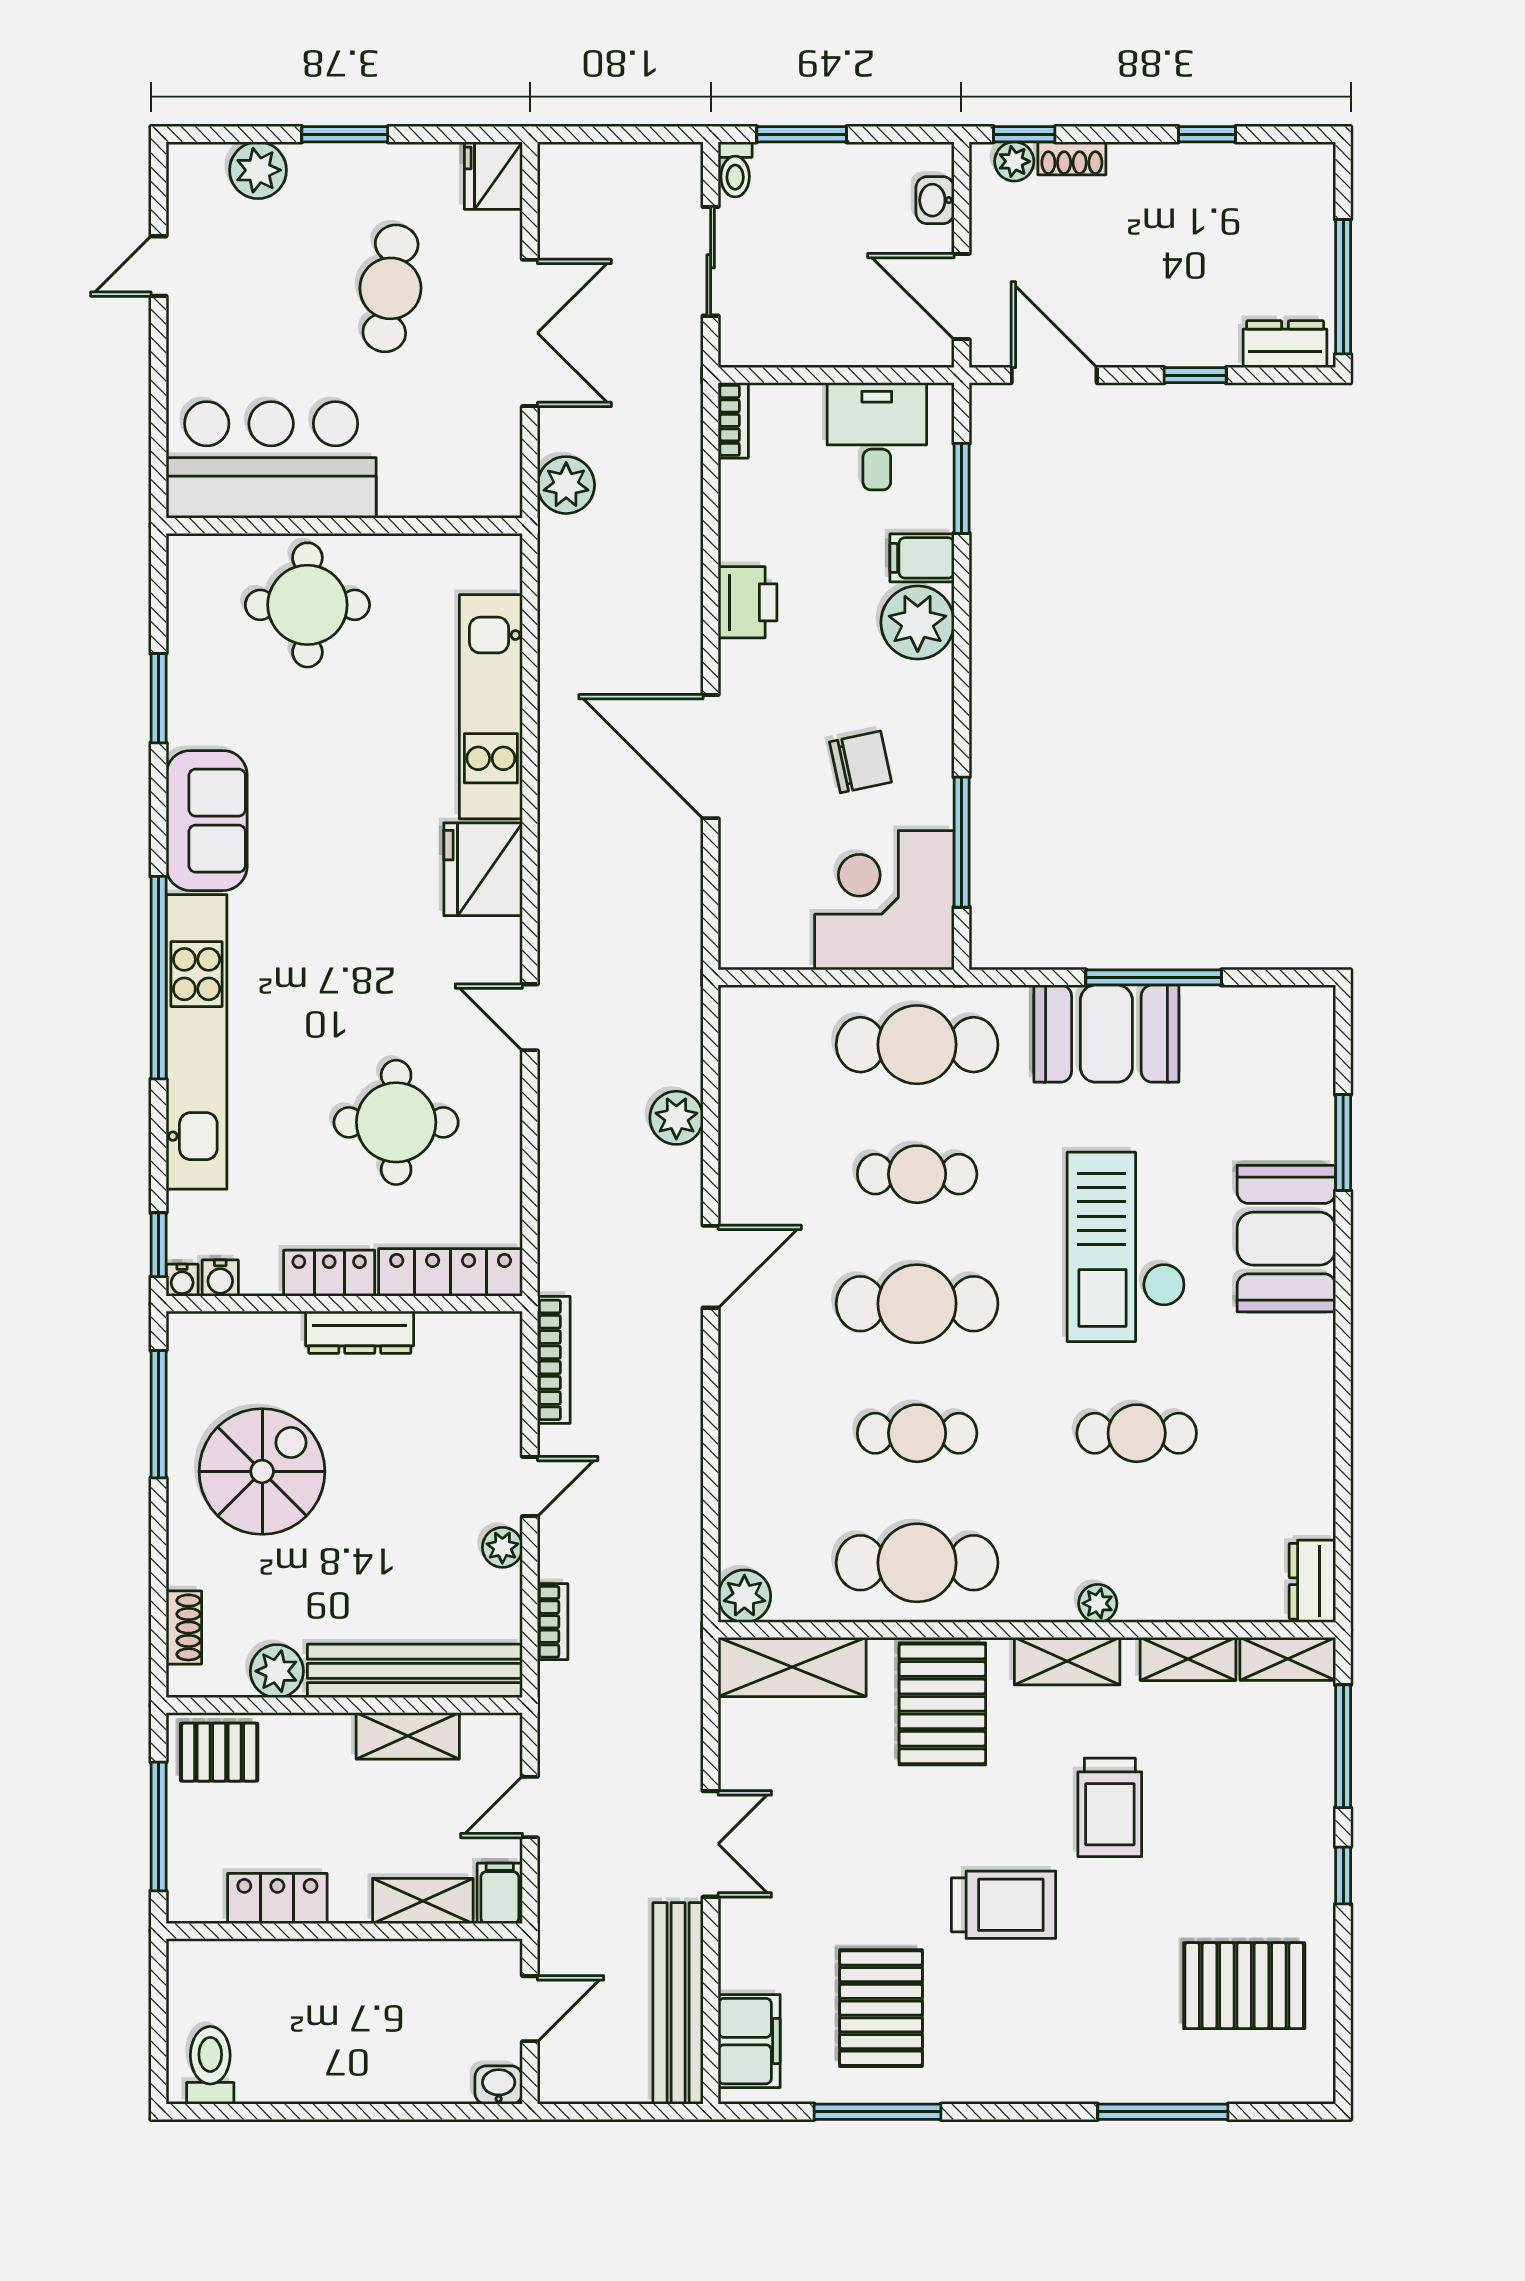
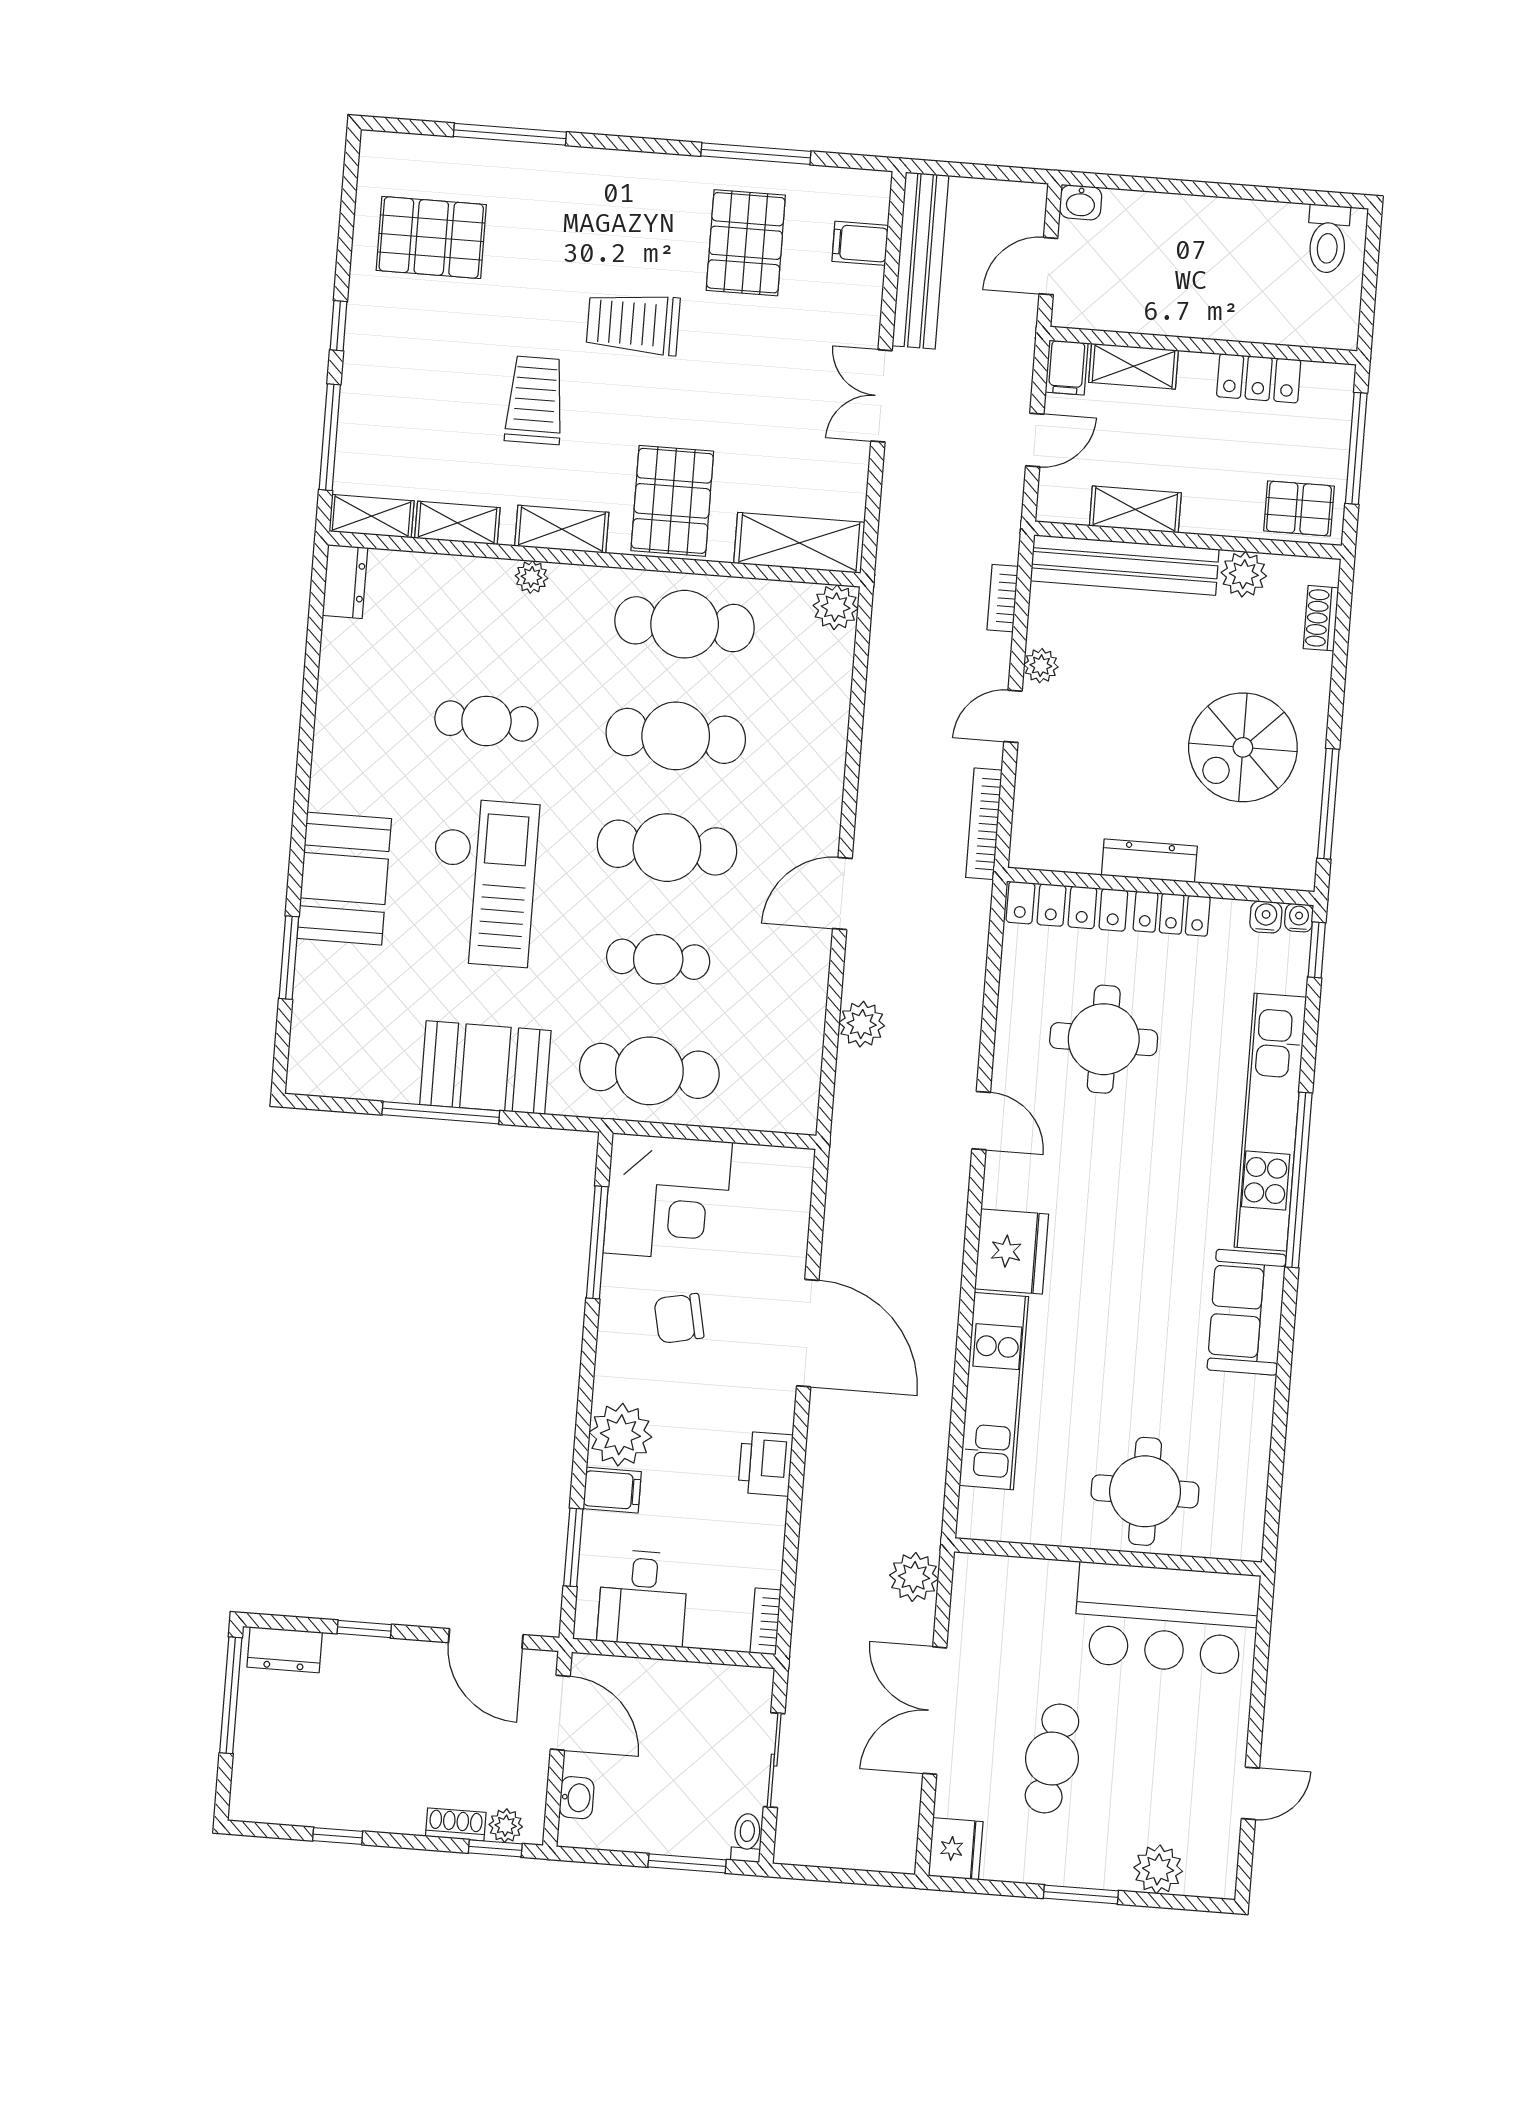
window: (159, 698) -> (1280, 1421), removed
cafe table: (917, 1433) -> (676, 736), width x1.37, depth x1.35
filing cabinet: (749, 2041) -> (860, 243), width x0.50

